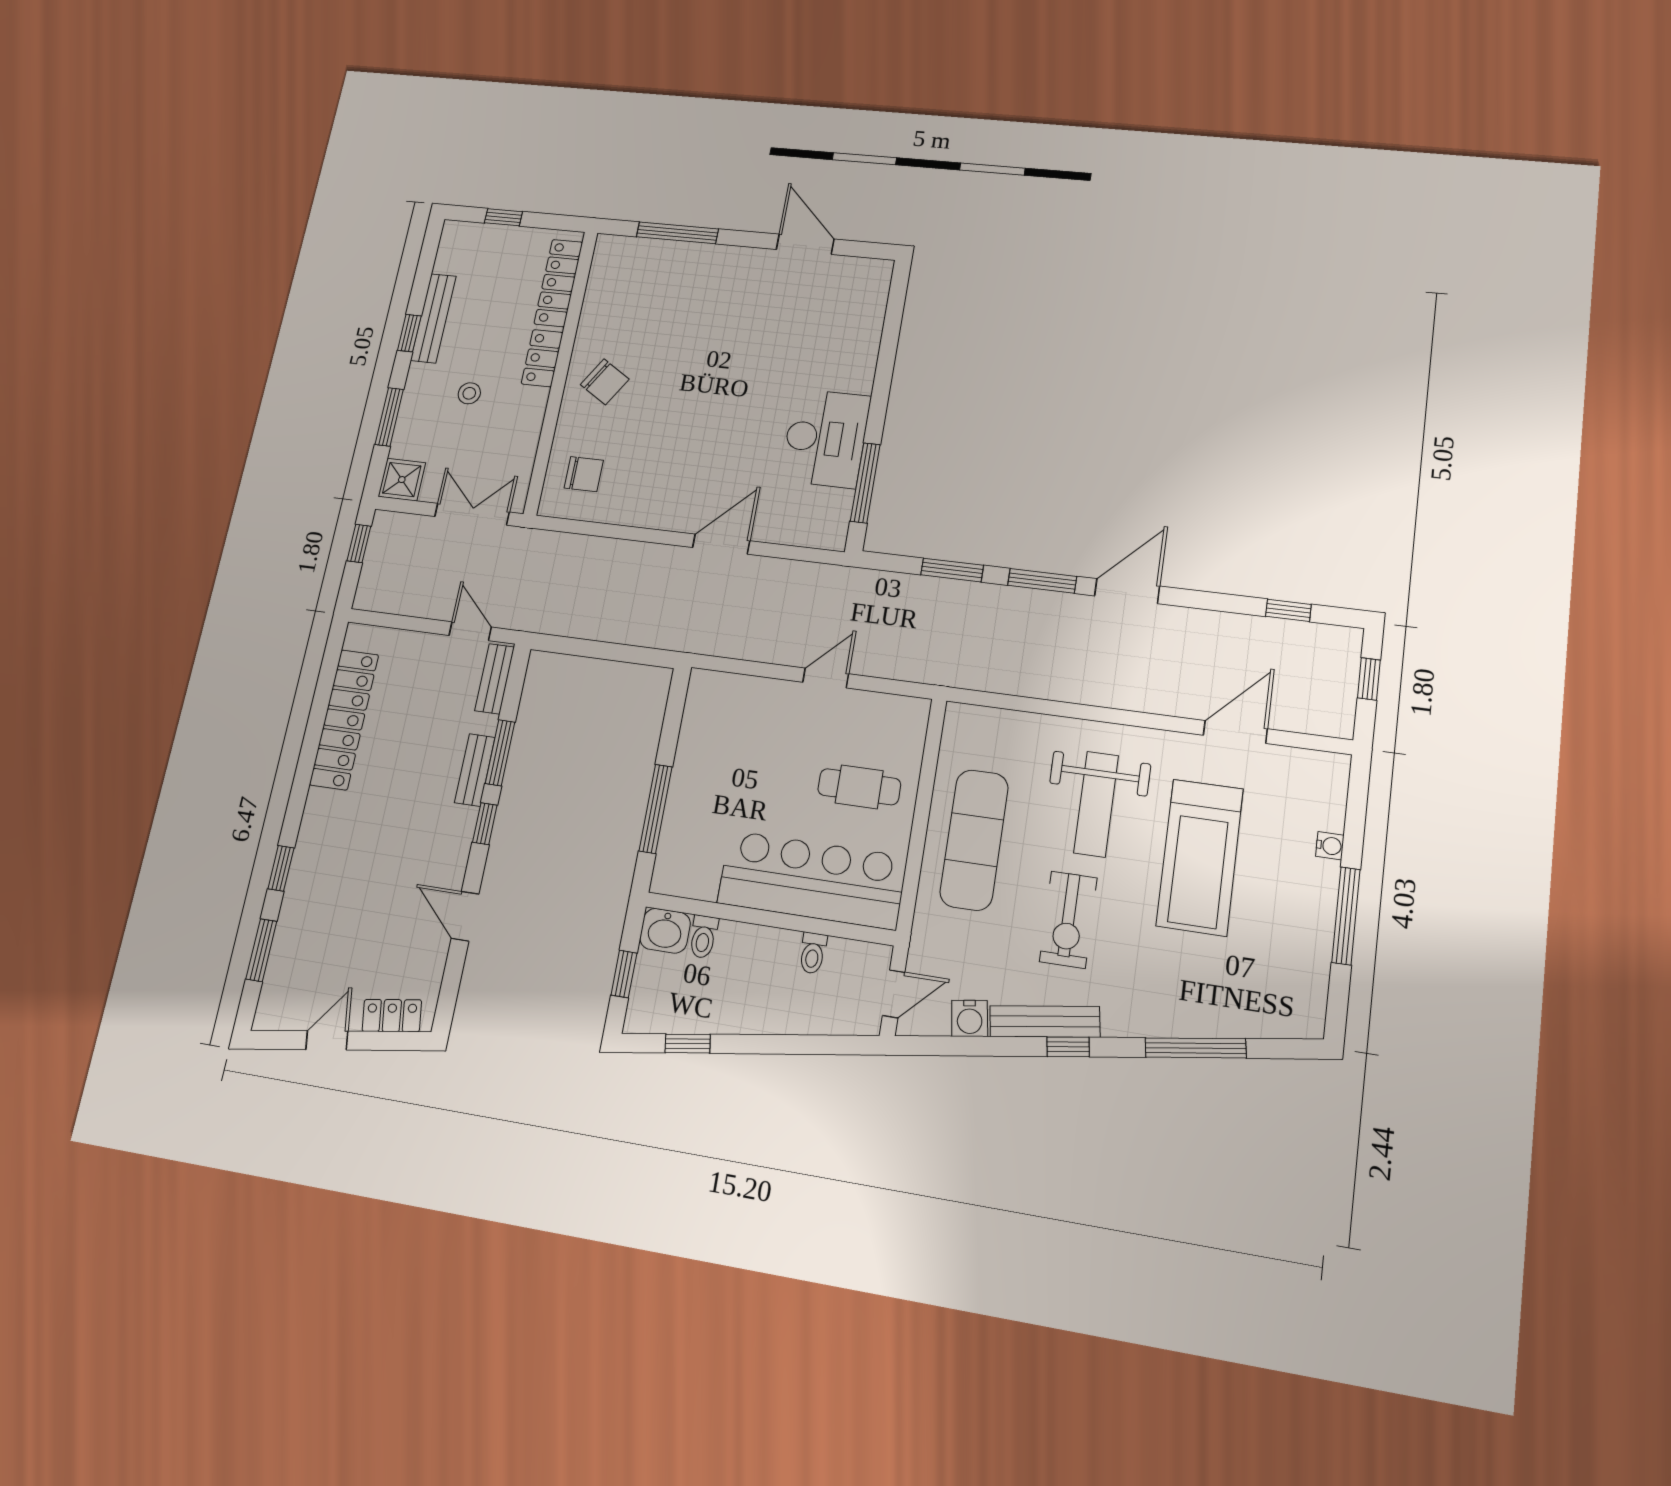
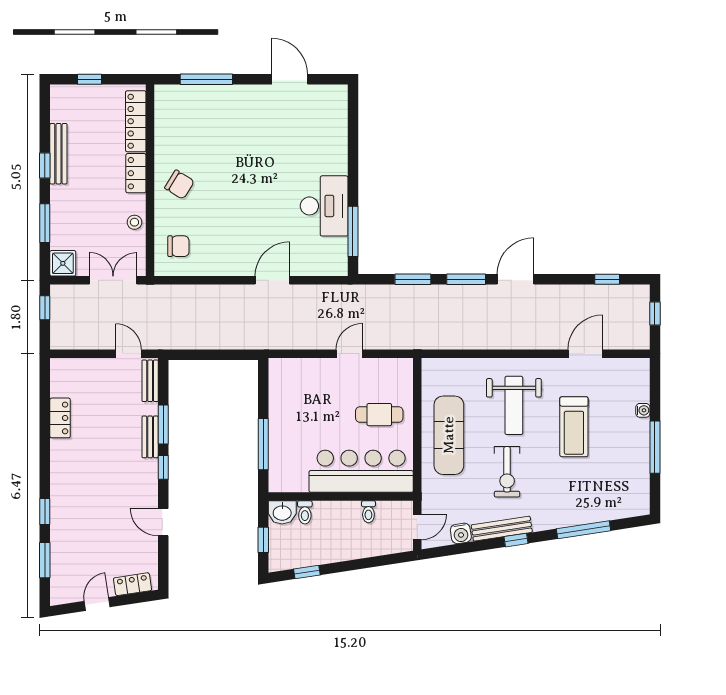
stool: (469, 393) -> (134, 222), moved
locker: (344, 719) -> (60, 418), width x0.46, depth x0.83
treadmill: (1200, 857) -> (574, 427), width x0.73, depth x0.73

